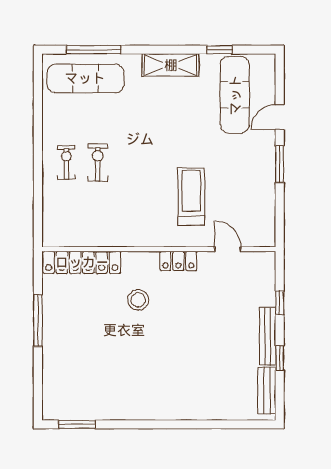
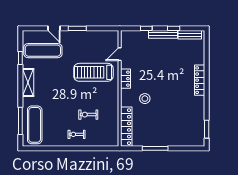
exercise bike: (98, 163) -> (88, 115), moved
treadmill: (191, 197) -> (93, 72), width x1.37, depth x1.38
locker: (175, 410) -> (200, 80), added

